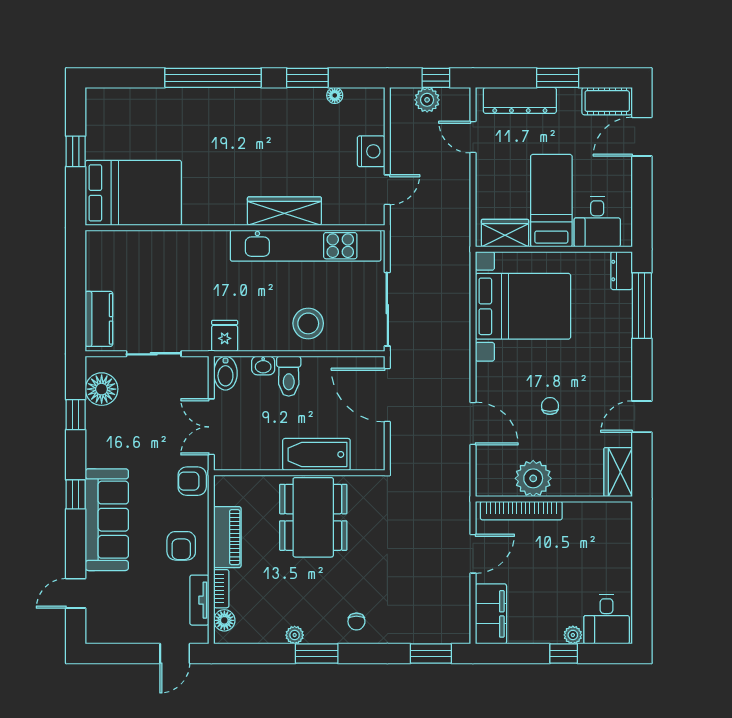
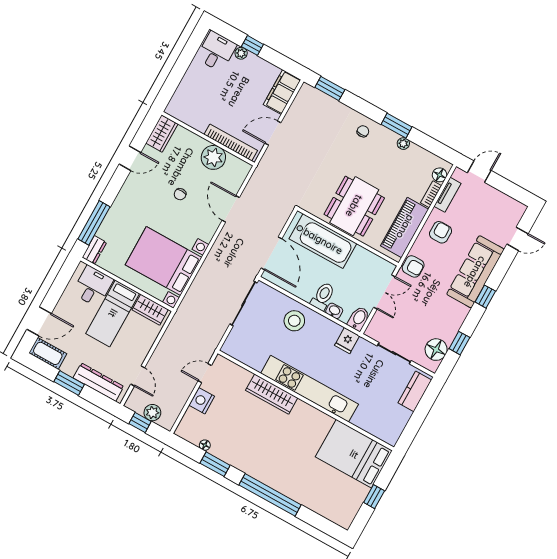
kitchen unit: (306, 246) -> (310, 389), moved
bathtub: (316, 454) -> (323, 241), width x1.36, depth x1.36
piano: (227, 537) -> (405, 227), width x1.37, depth x1.33

